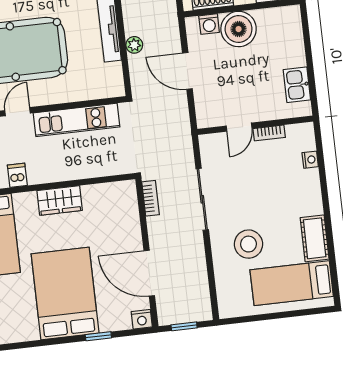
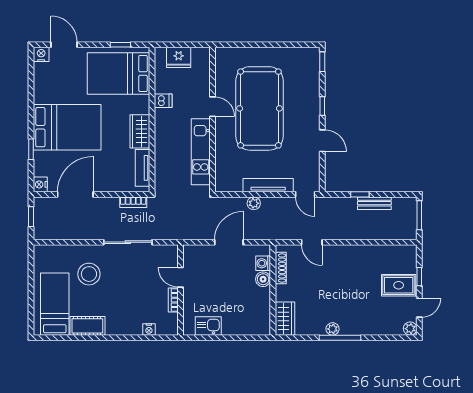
boiler: (239, 29) -> (263, 279), width x0.54, depth x0.54
tv unit: (106, 192) -> (142, 168), added

